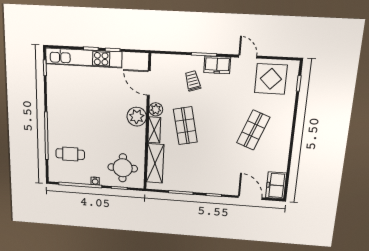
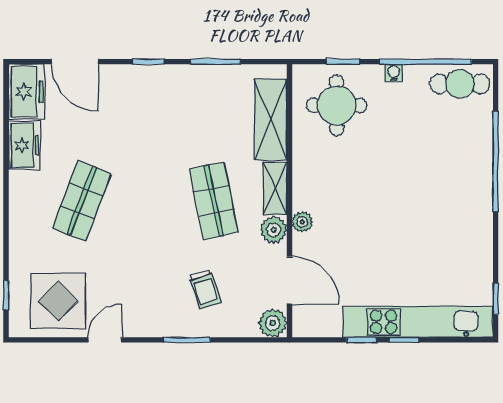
door: (248, 57) -> (105, 340), swing flipped
plant: (158, 61) -> (273, 323), added
freezer: (217, 65) -> (24, 145), moved, turned 90
plant: (137, 117) -> (302, 222), width x0.53, depth x0.53
cafe table: (70, 154) -> (460, 84), moved

